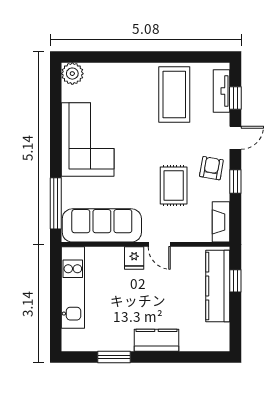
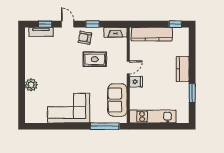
plant: (72, 74) -> (31, 85), moved
coffee table: (174, 94) -> (43, 59), removed
sofa: (102, 225) -> (117, 100), width x0.73
window: (235, 281) -> (175, 24), moved

